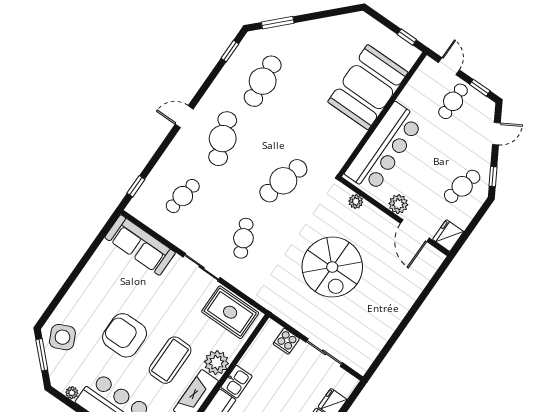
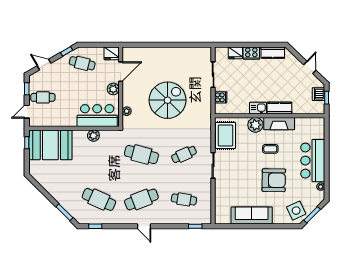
cafe table: (263, 81) -> (99, 199), turned 30
booth: (368, 87) -> (50, 145), moved
plant: (354, 134) -> (93, 136), added
bar counter: (384, 148) -> (97, 116), width x0.73
sofa: (140, 245) -> (252, 216), moved, turned -90
armchair: (125, 335) -> (274, 180), turned -89
coffee table: (170, 360) -> (270, 149), width x0.54, depth x0.58

